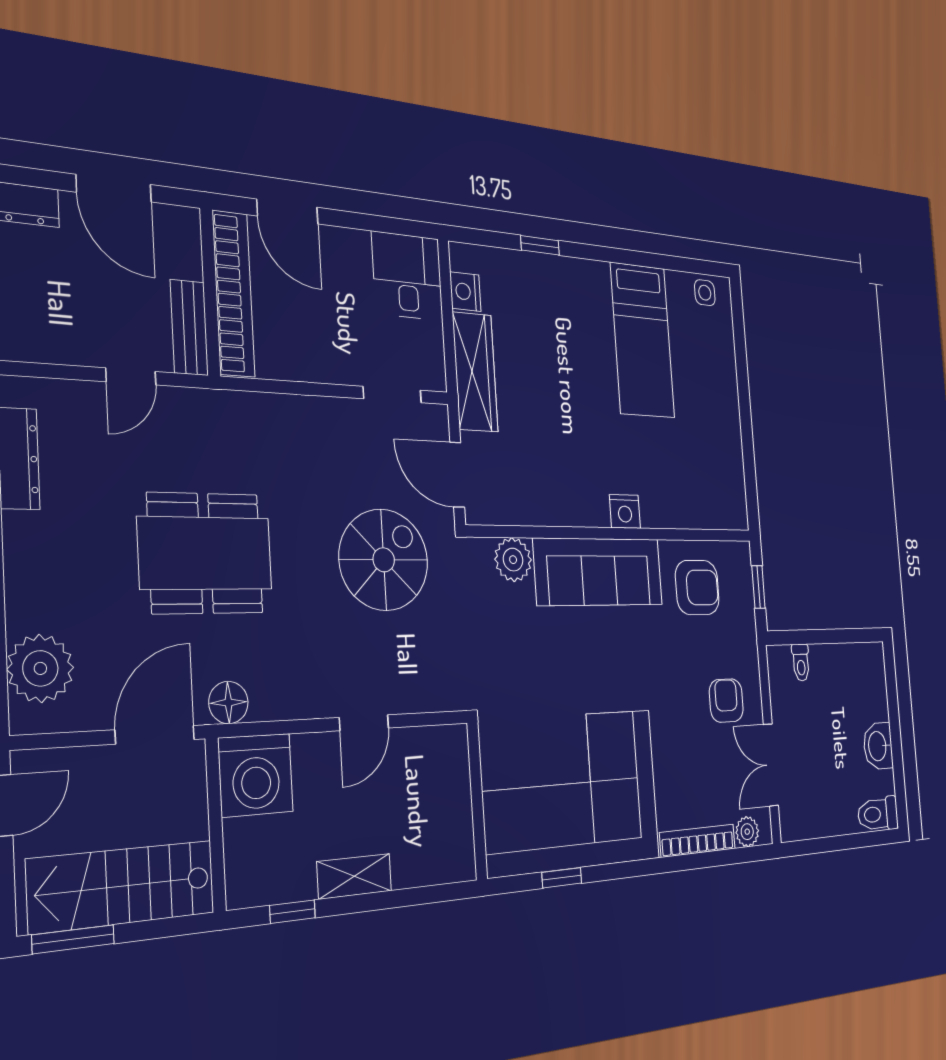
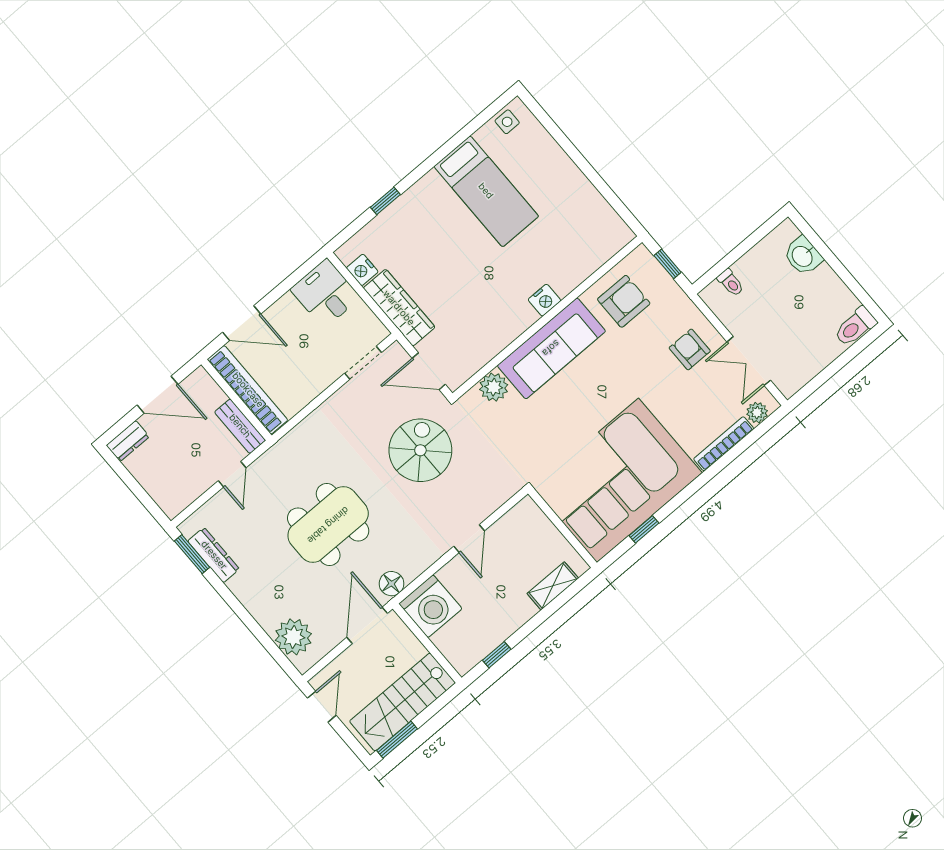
washbasin: (878, 746) -> (803, 256), moved
shelving: (354, 876) -> (553, 586), moved

